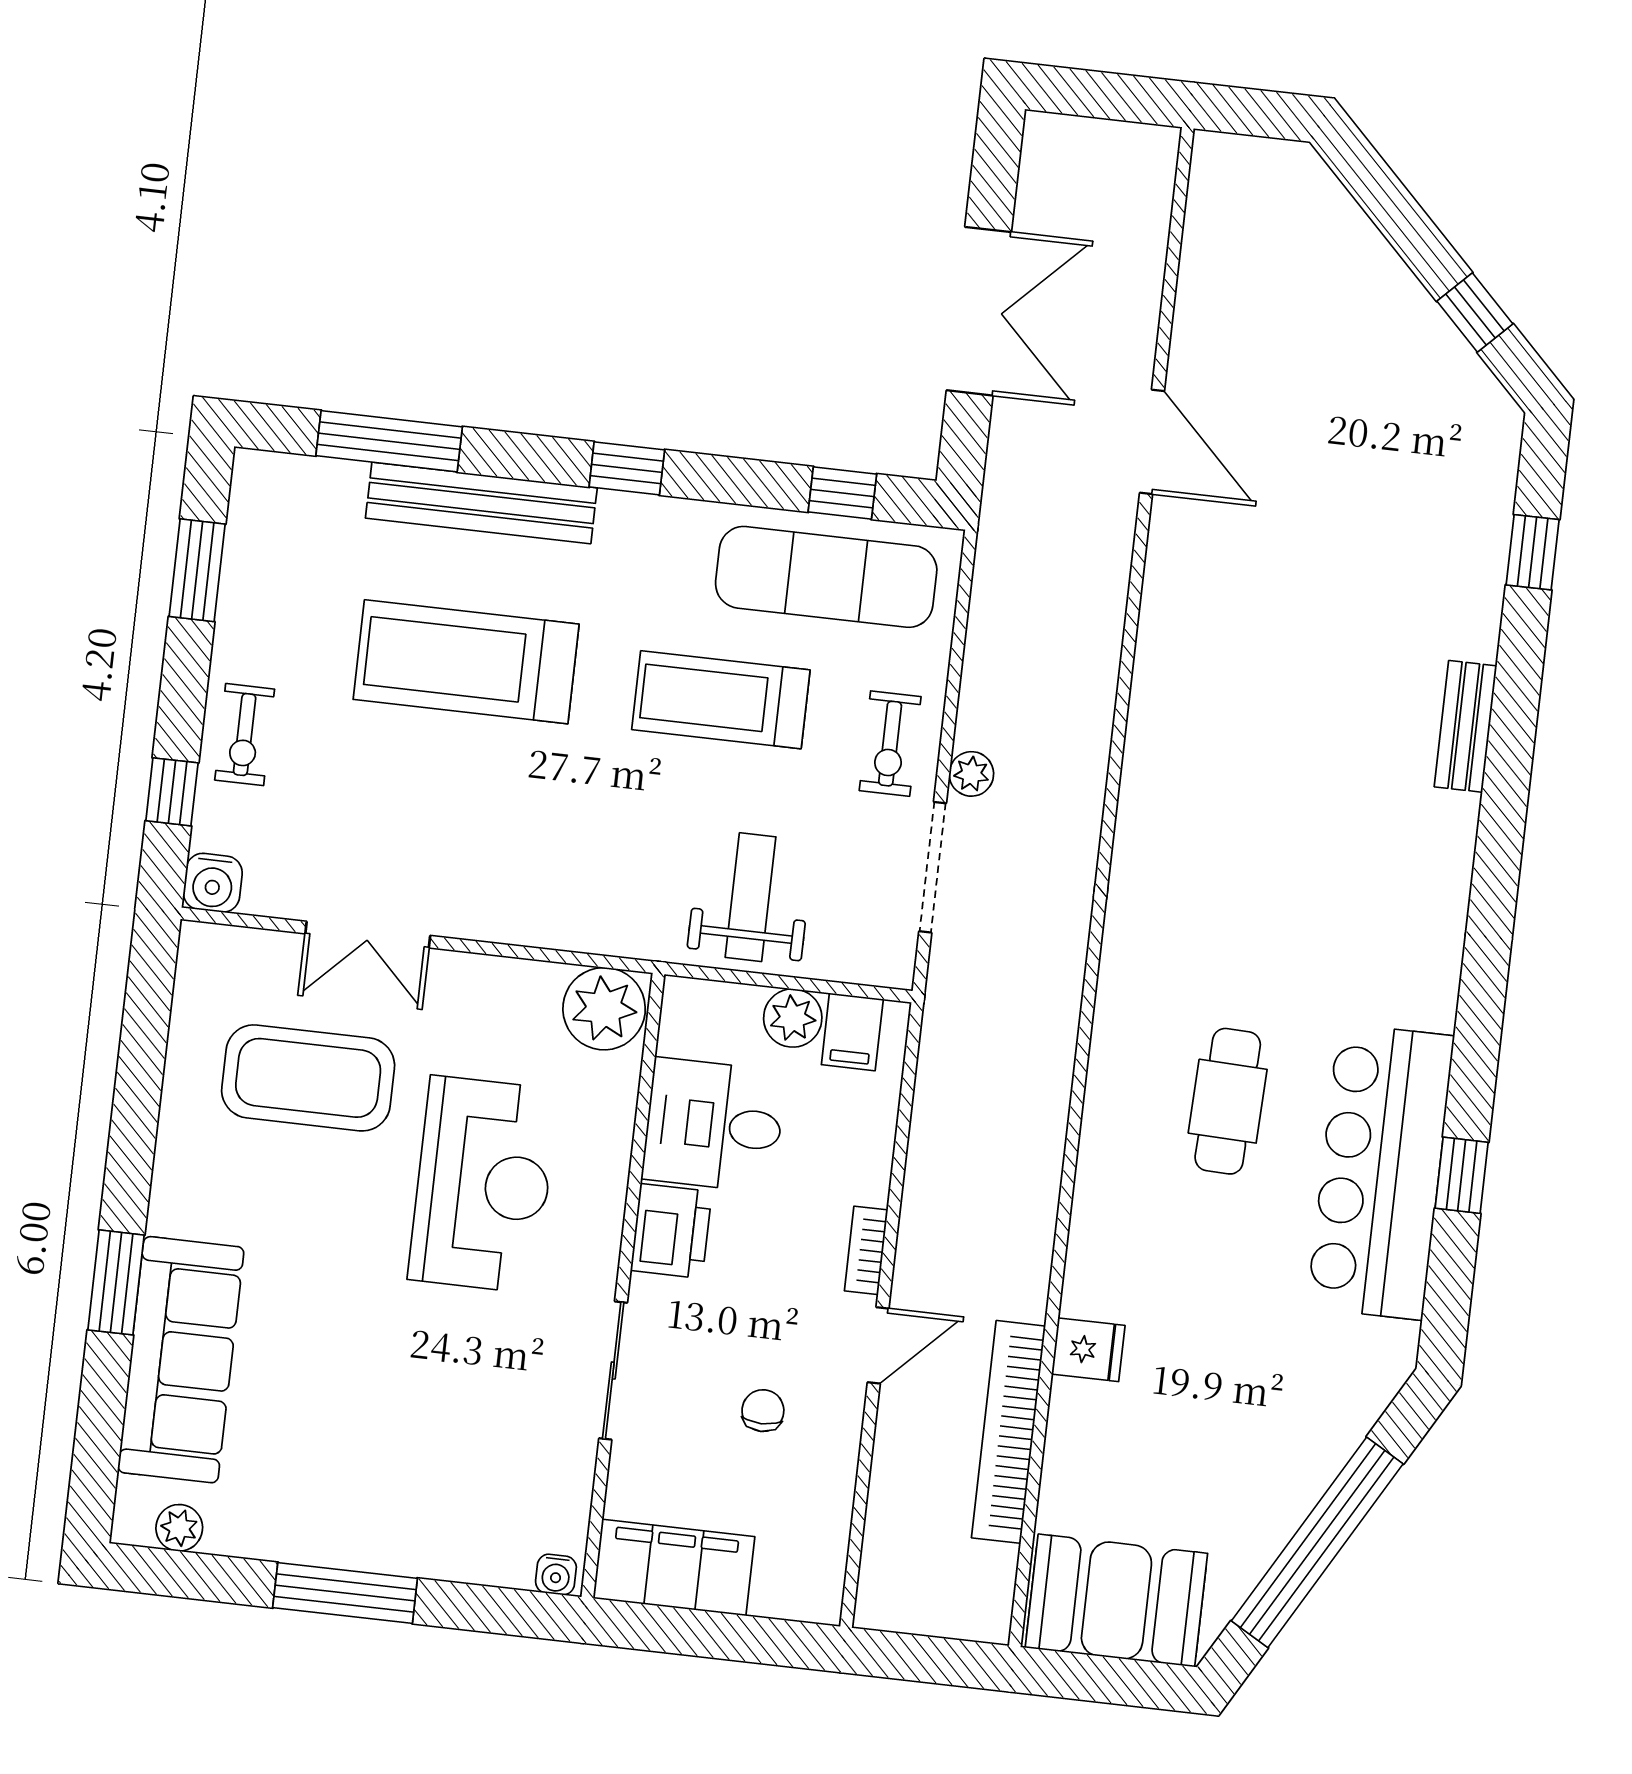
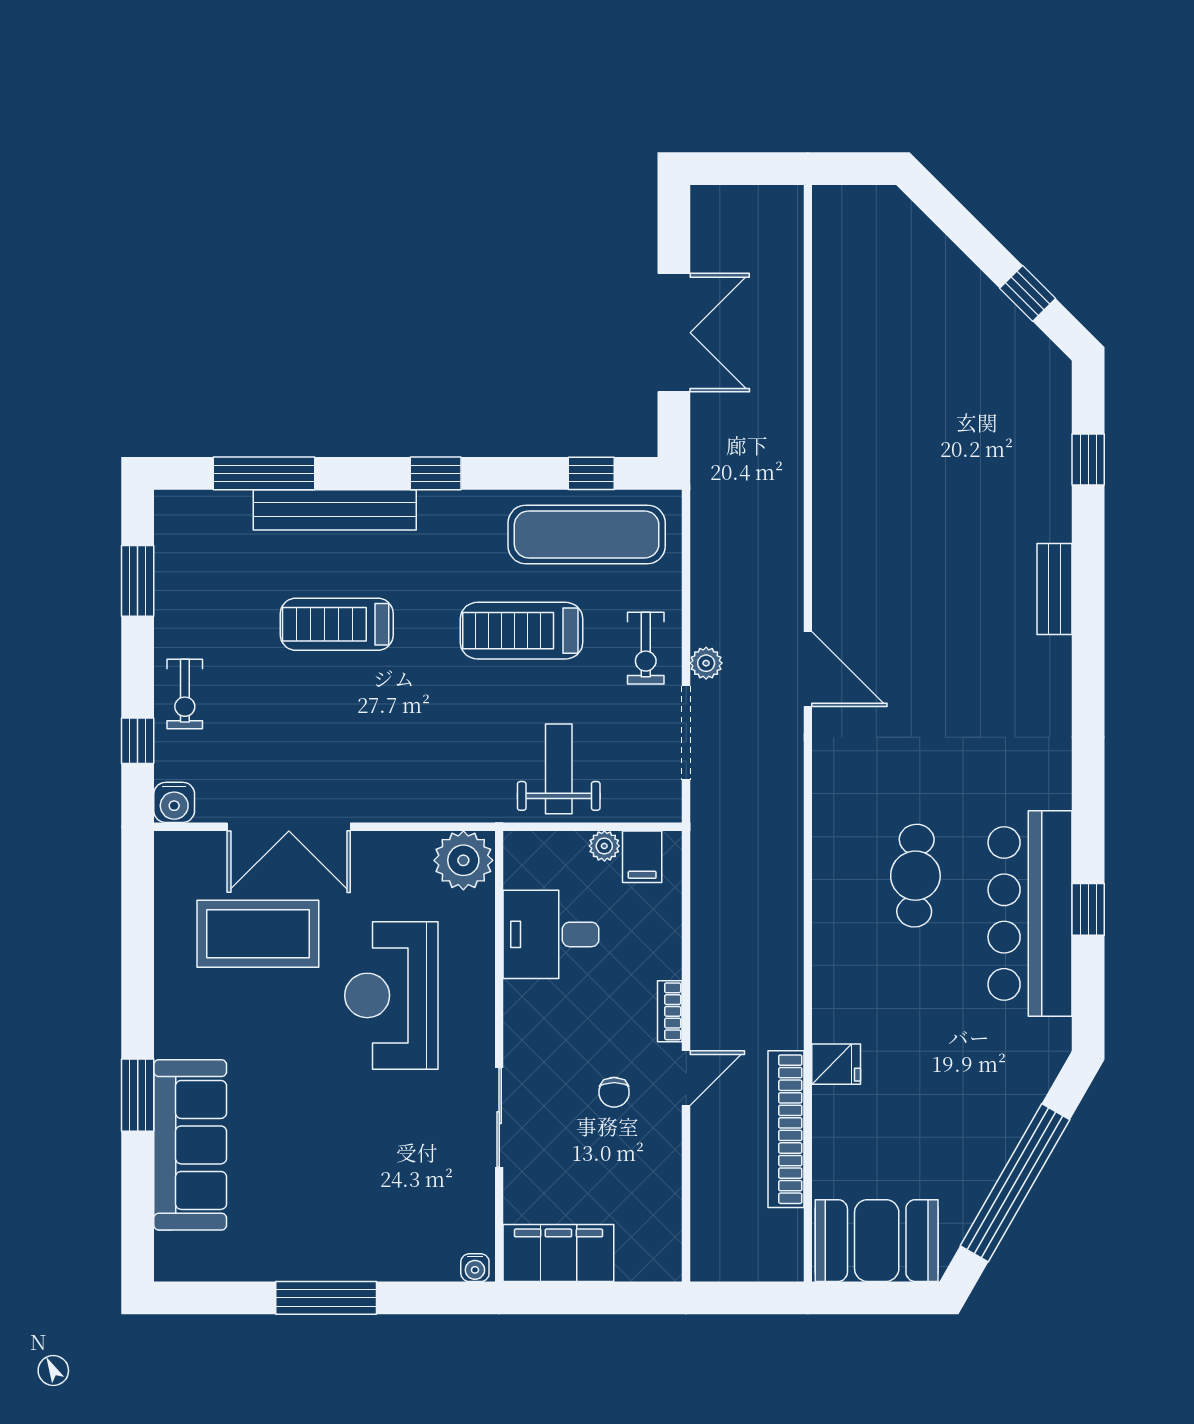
door: (1152, 442) -> (808, 669), moved
treadmill: (466, 662) -> (337, 624), width x0.73, depth x0.73
double door: (368, 935) -> (289, 827), width x1.37
plant: (793, 1018) -> (604, 846), width x0.73, depth x0.73
reception desk: (483, 1184) -> (391, 995), turned 180
printer: (671, 1231) -> (529, 1013), removed
chair: (763, 1411) -> (614, 1092), moved, turned 180
plant: (179, 1528) -> (203, 1265), removed

